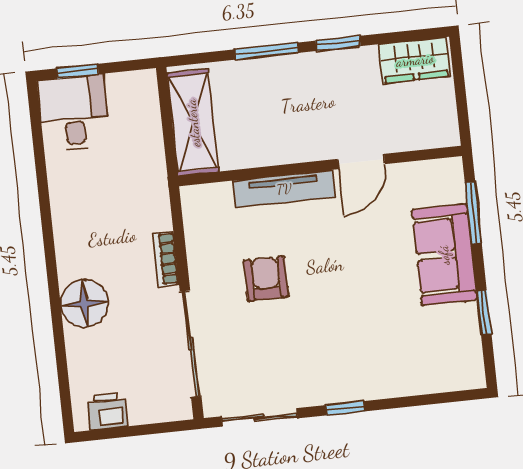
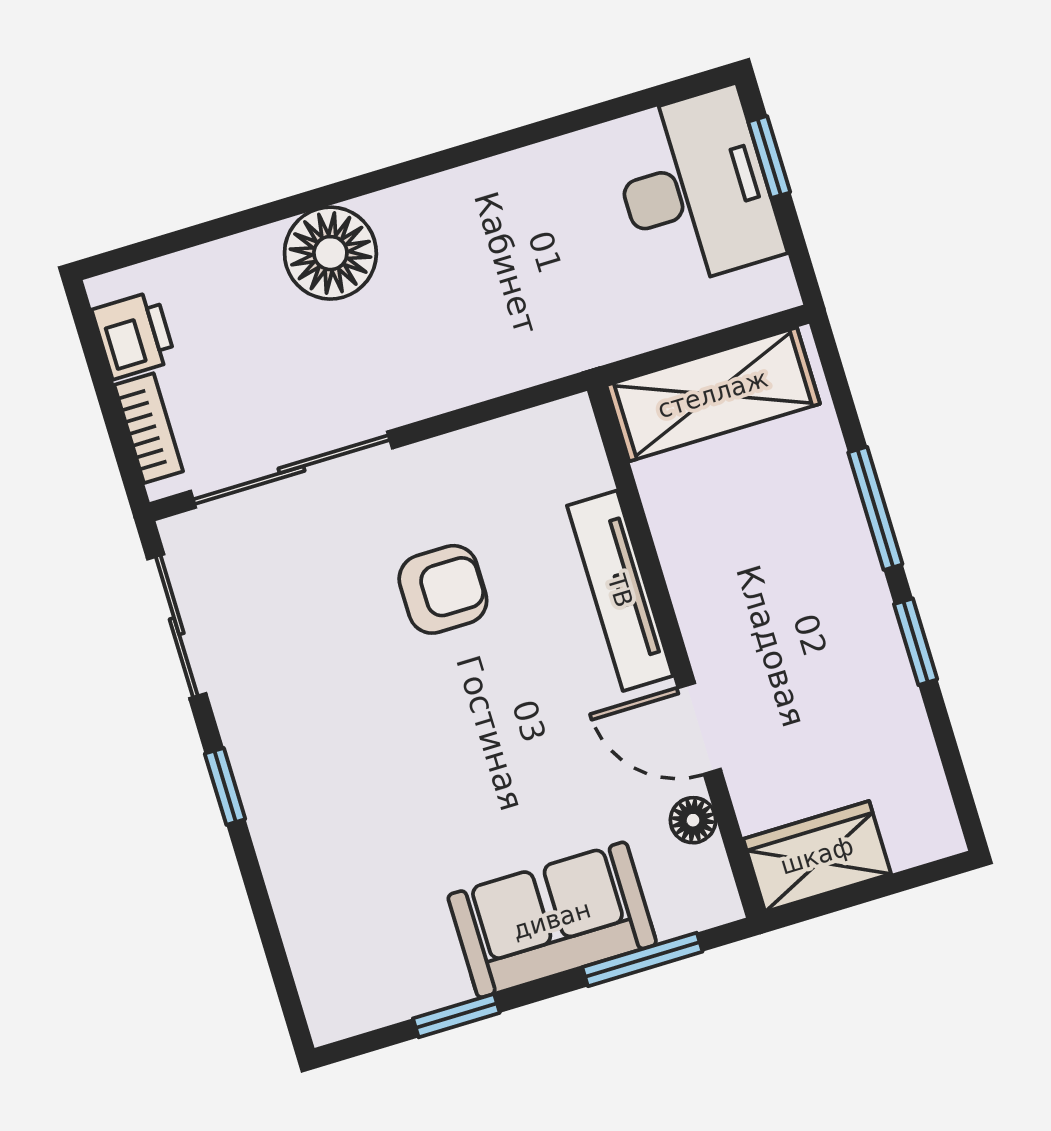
wardrobe: (415, 60) -> (817, 856), moved, turned 90
desk: (74, 113) -> (695, 188), width x1.37
floor lamp: (407, 174) -> (693, 820), added
bookcase: (166, 259) -> (149, 428), moved, turned 90

